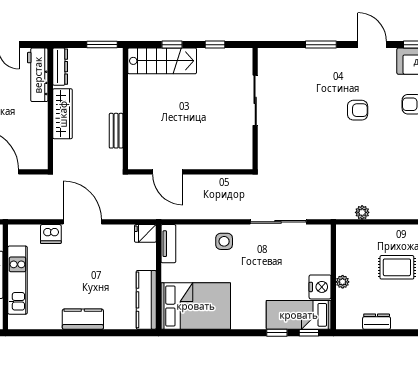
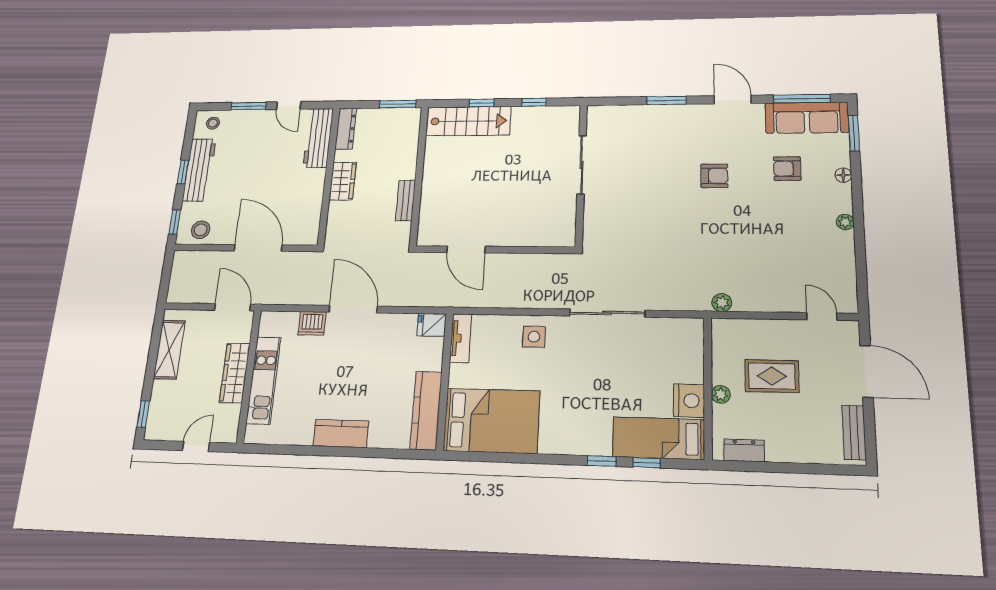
wardrobe: (63, 114) -> (343, 181), width x0.67
wall: (333, 277) -> (708, 388), moved
plant: (343, 282) -> (721, 394), moved
nightstand: (320, 287) -> (689, 401), moved
bed: (299, 315) -> (659, 438), moved

